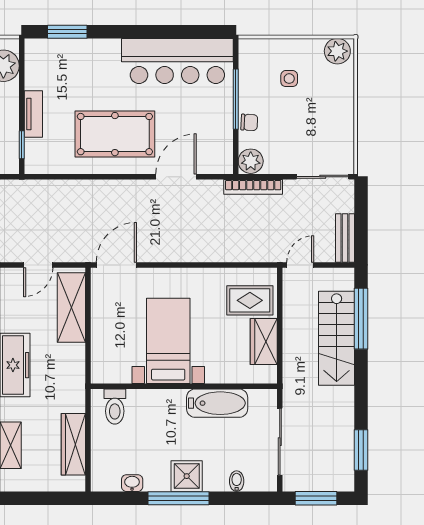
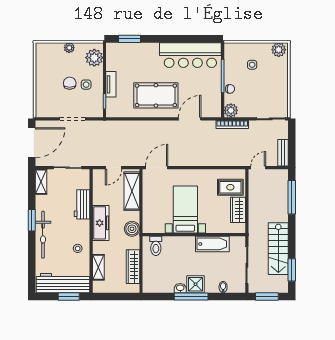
stairs: (337, 338) -> (278, 249), moved
boiler: (72, 376) -> (132, 229), added
washbasin: (132, 483) -> (180, 288), moved

